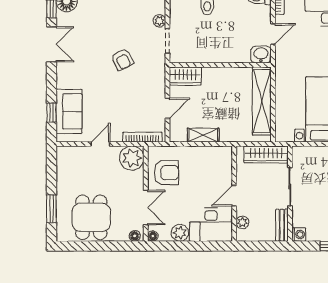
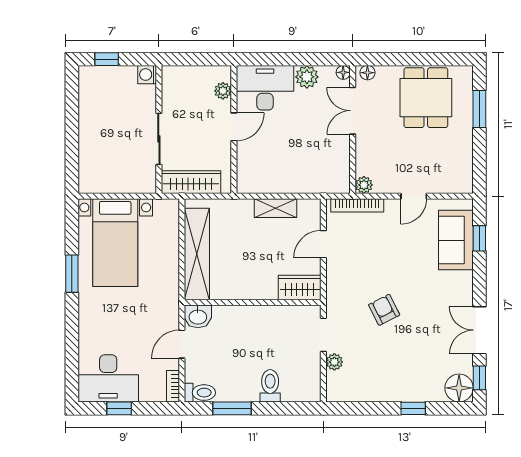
plant: (132, 158) -> (364, 185), width x0.53, depth x0.53
armchair: (166, 173) -> (325, 158), removed
bench: (282, 225) -> (170, 87), removed

